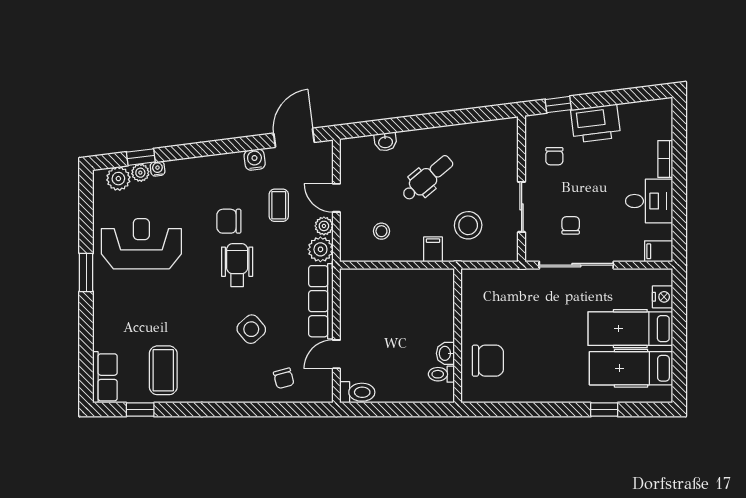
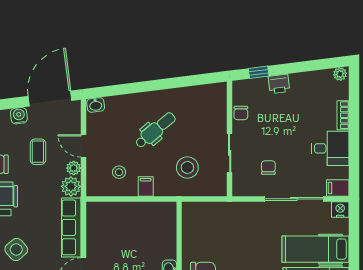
plant: (661, 107) -> (340, 74), added
printer: (596, 123) -> (279, 84), width x0.53, depth x0.68
door: (294, 138) -> (50, 98), width x1.36
washbasin: (385, 142) -> (96, 105), moved
chair: (554, 156) -> (241, 113), moved
filing cabinet: (433, 249) -> (146, 187), moved
sliding door: (576, 265) -> (294, 199), moved
nightstand: (663, 297) -> (340, 210), moved, turned -90

